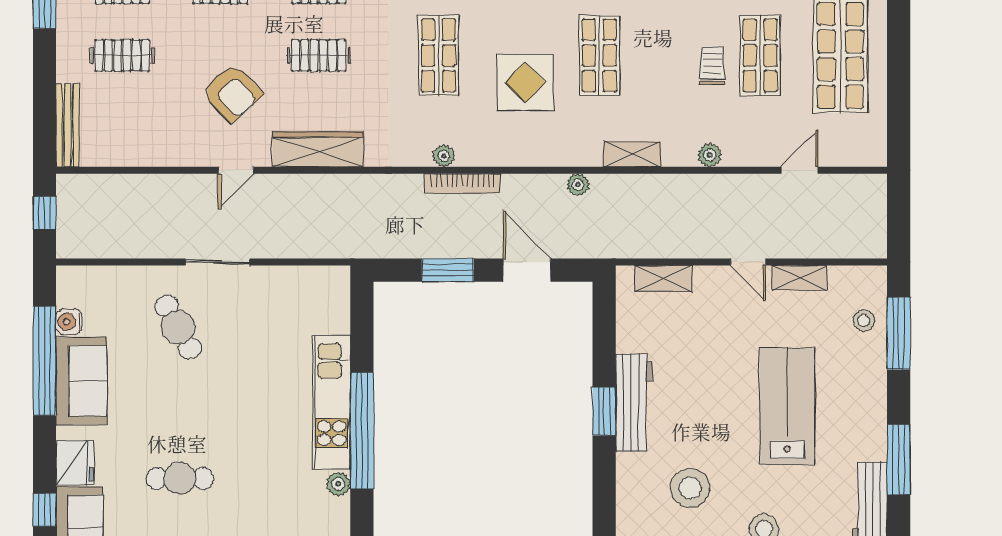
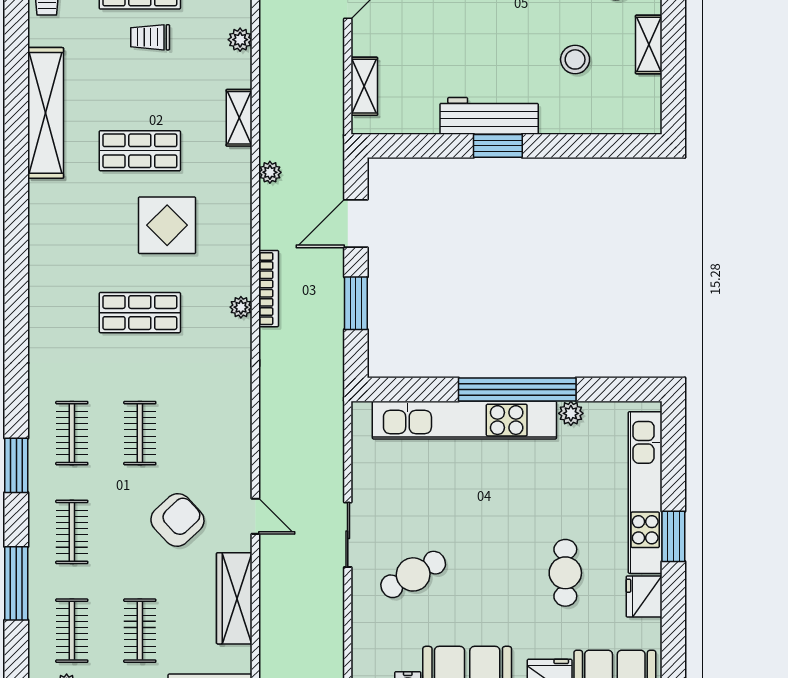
wardrobe: (318, 149) -> (234, 598), moved
kitchen unit: (332, 402) -> (464, 420), width x1.36
stool: (690, 488) -> (575, 59), width x0.73, depth x0.73

